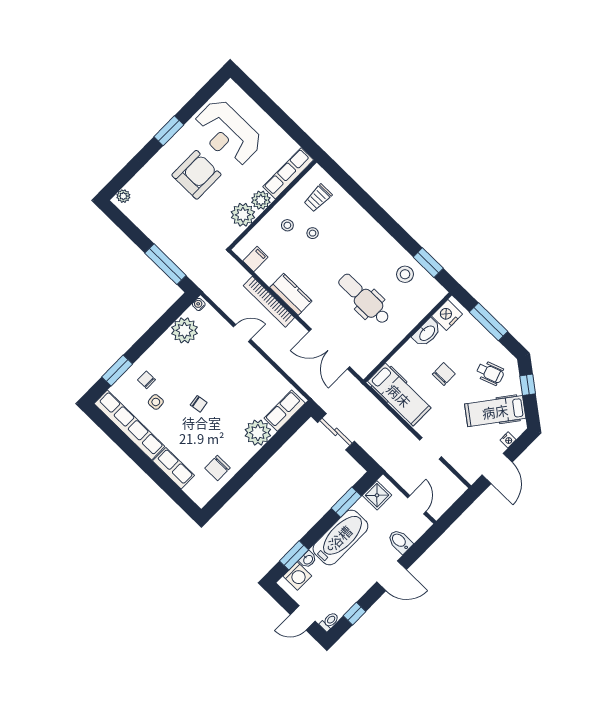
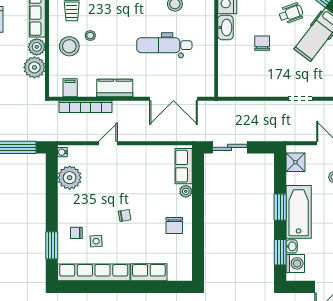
stool: (287, 225) -> (69, 46), width x1.89, depth x1.89
bookcase: (269, 302) -> (85, 107), moved
hospital bed: (399, 395) -> (247, 84), removed
plant: (258, 433) -> (186, 191), width x0.53, depth x0.53
chair: (218, 468) -> (174, 226), moved
window: (346, 502) -> (280, 207), moved

